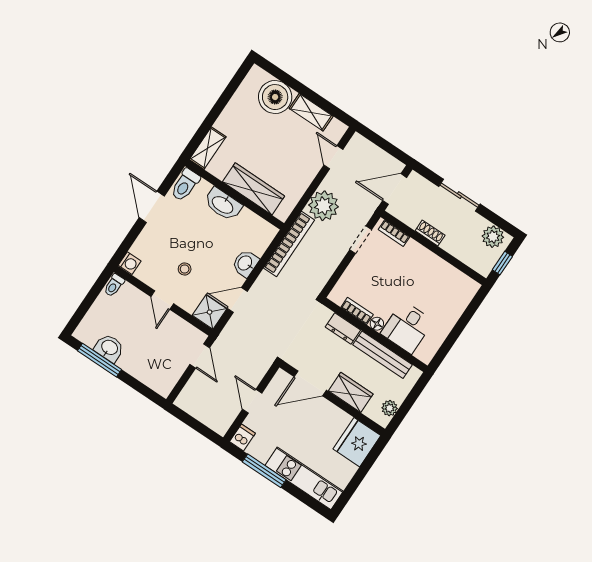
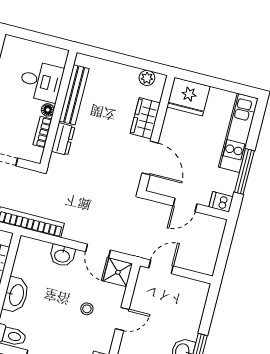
bookcase: (357, 311) -> (42, 132), moved
floor lamp: (377, 324) -> (48, 110), moved
desk: (407, 327) -> (41, 81), moved
dresser: (343, 329) -> (63, 139), moved
wall: (375, 335) -> (58, 108), moved
bench: (382, 355) -> (74, 95), moved

